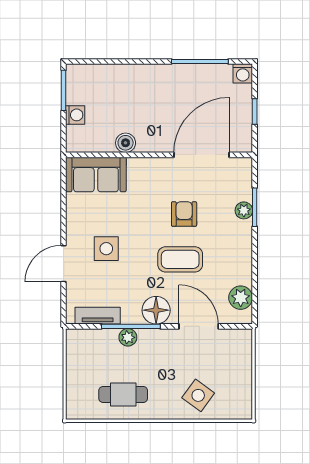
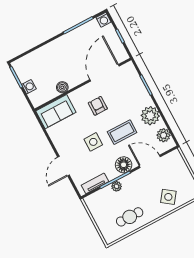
plant: (244, 210) -> (150, 116), moved, width x1.87, depth x1.87
armchair: (184, 214) -> (98, 106), moved
side table: (106, 249) -> (93, 142), moved

